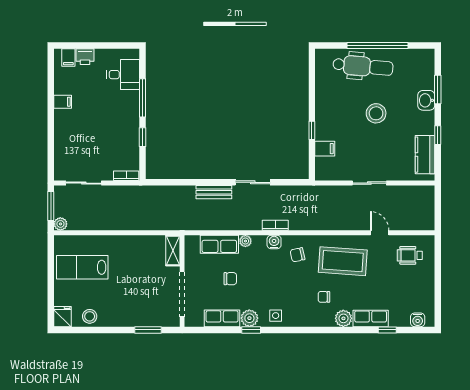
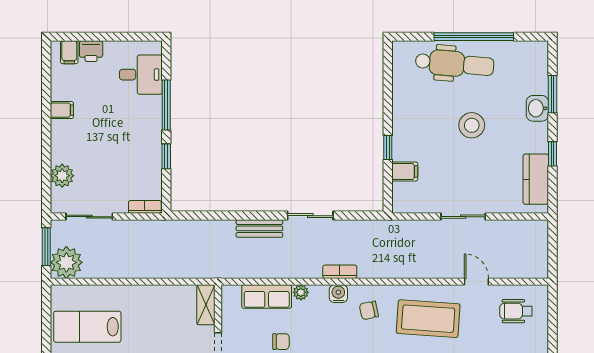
plant: (63, 152) -> (62, 176), added
plant: (60, 224) -> (66, 262), width x1.88, depth x1.88

